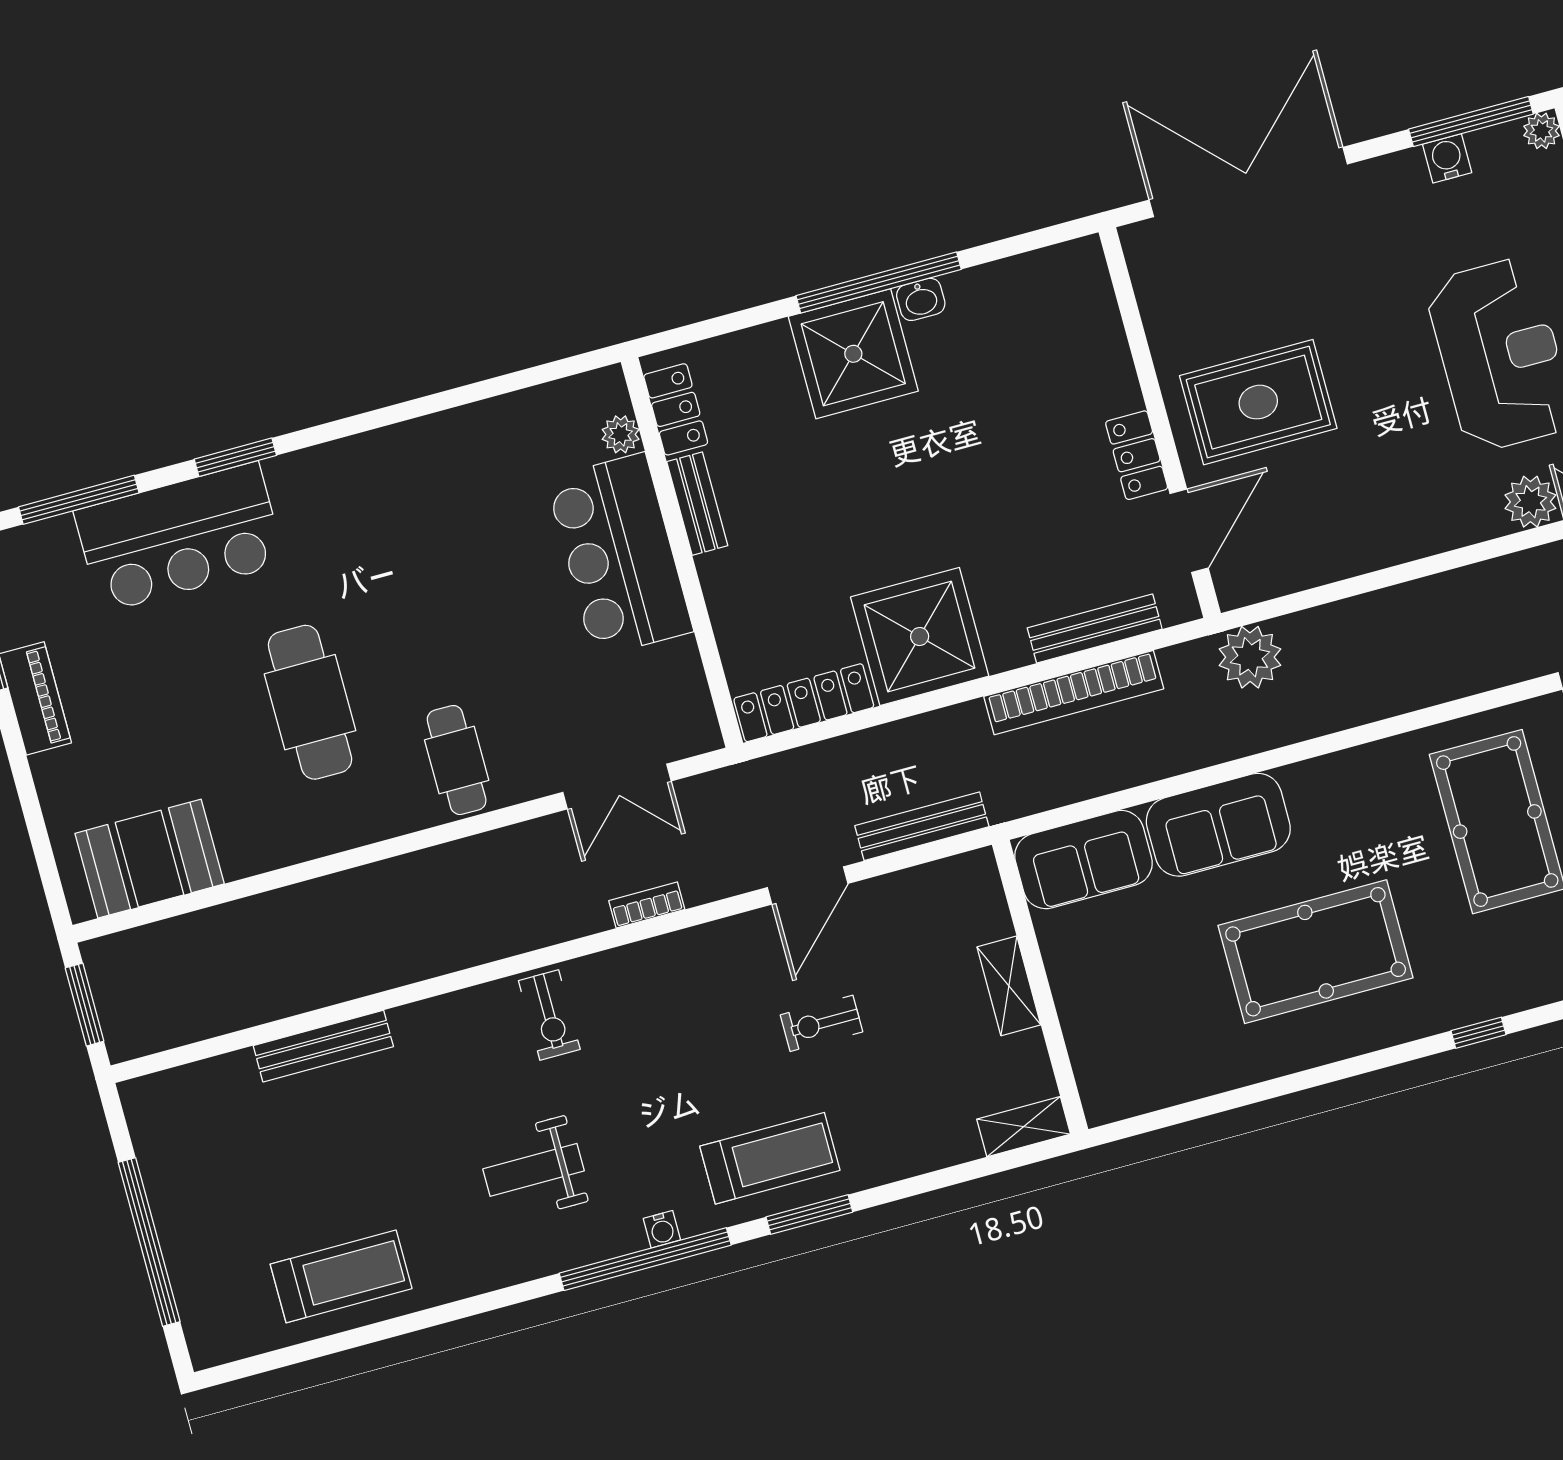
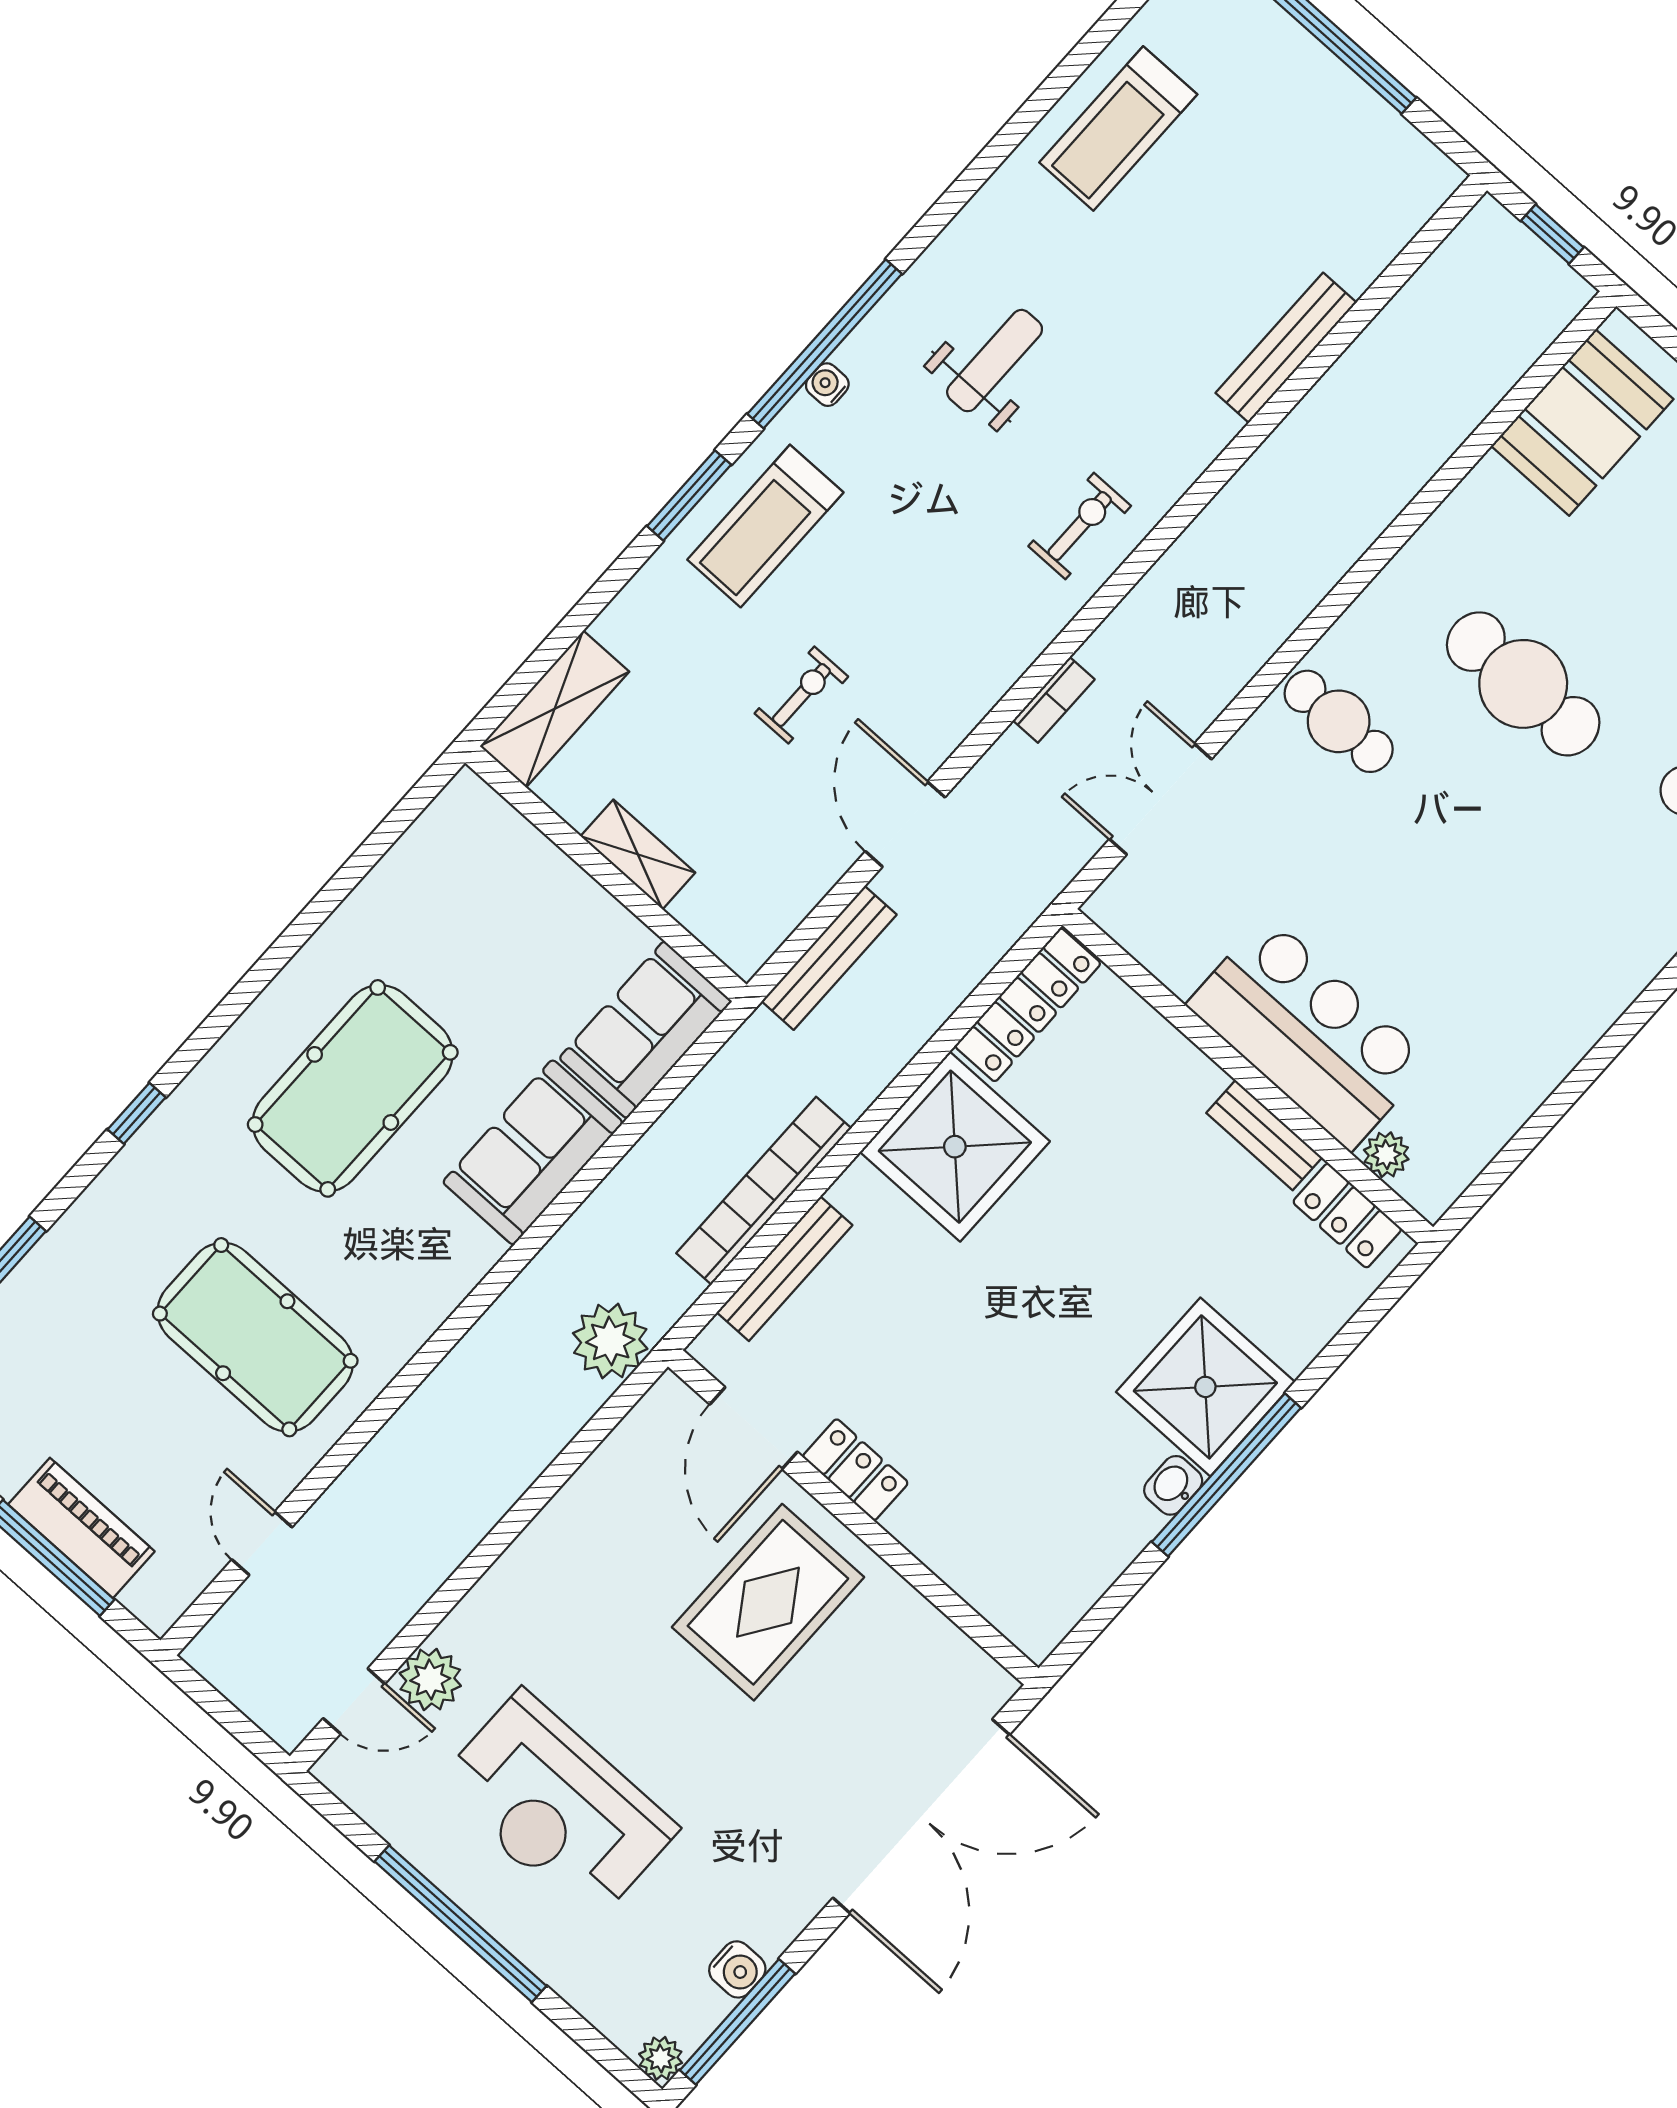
window: (85, 1005) -> (1552, 234), width x0.67
exercise bike: (549, 1015) -> (1080, 526), turned 90
shelving: (1024, 1127) -> (554, 709), width x1.50, depth x1.33

